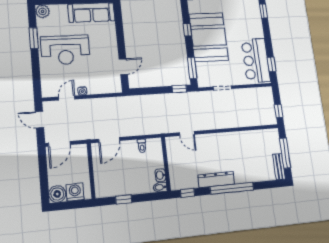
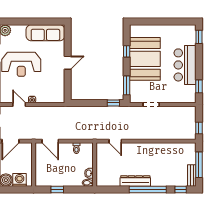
bar counter: (256, 60) -> (185, 65), moved
door: (123, 67) -> (68, 63), moved
door: (67, 98) -> (19, 105), hinge flipped
door: (109, 140) -> (50, 141), hinge flipped
window: (188, 193) -> (181, 190), moved

